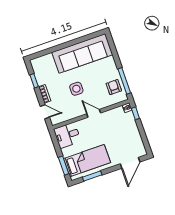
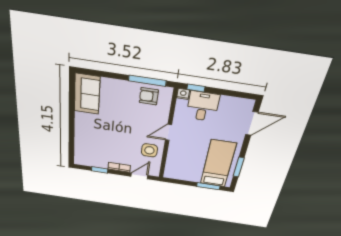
sofa: (82, 53) -> (87, 94), width x0.54, depth x0.79
side table: (76, 89) -> (149, 150), moved
desk: (67, 135) -> (203, 106), moved, turned 180
door: (130, 163) -> (252, 123), hinge flipped

